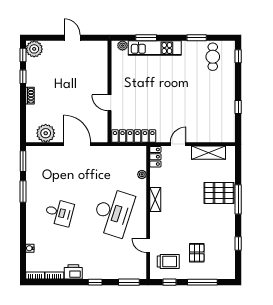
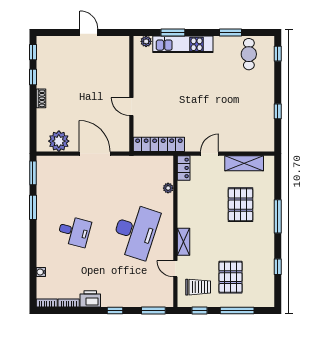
plant: (34, 49) -> (46, 45), removed
pallet: (219, 193) -> (241, 205), moved, turned 90
shelving: (155, 199) -> (183, 242), moved
pallet: (197, 253) -> (231, 277), width x1.50, depth x1.42

